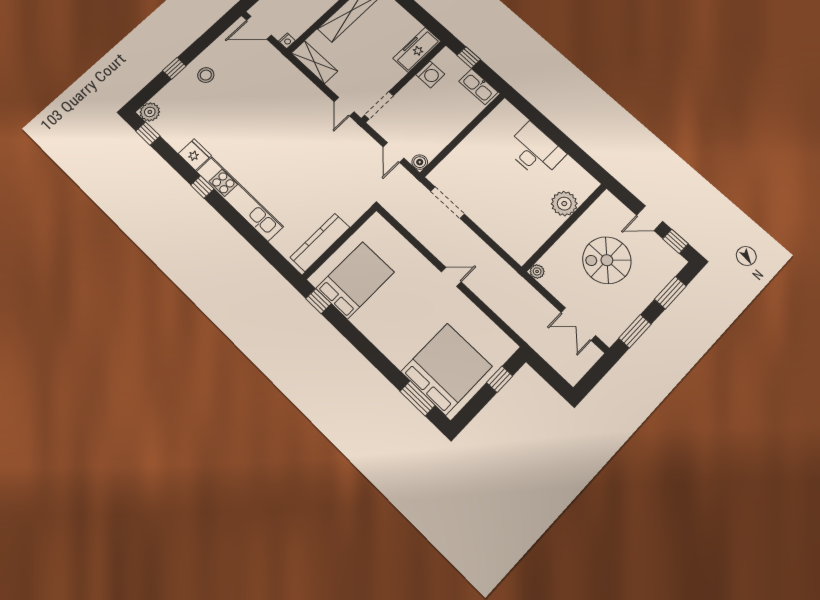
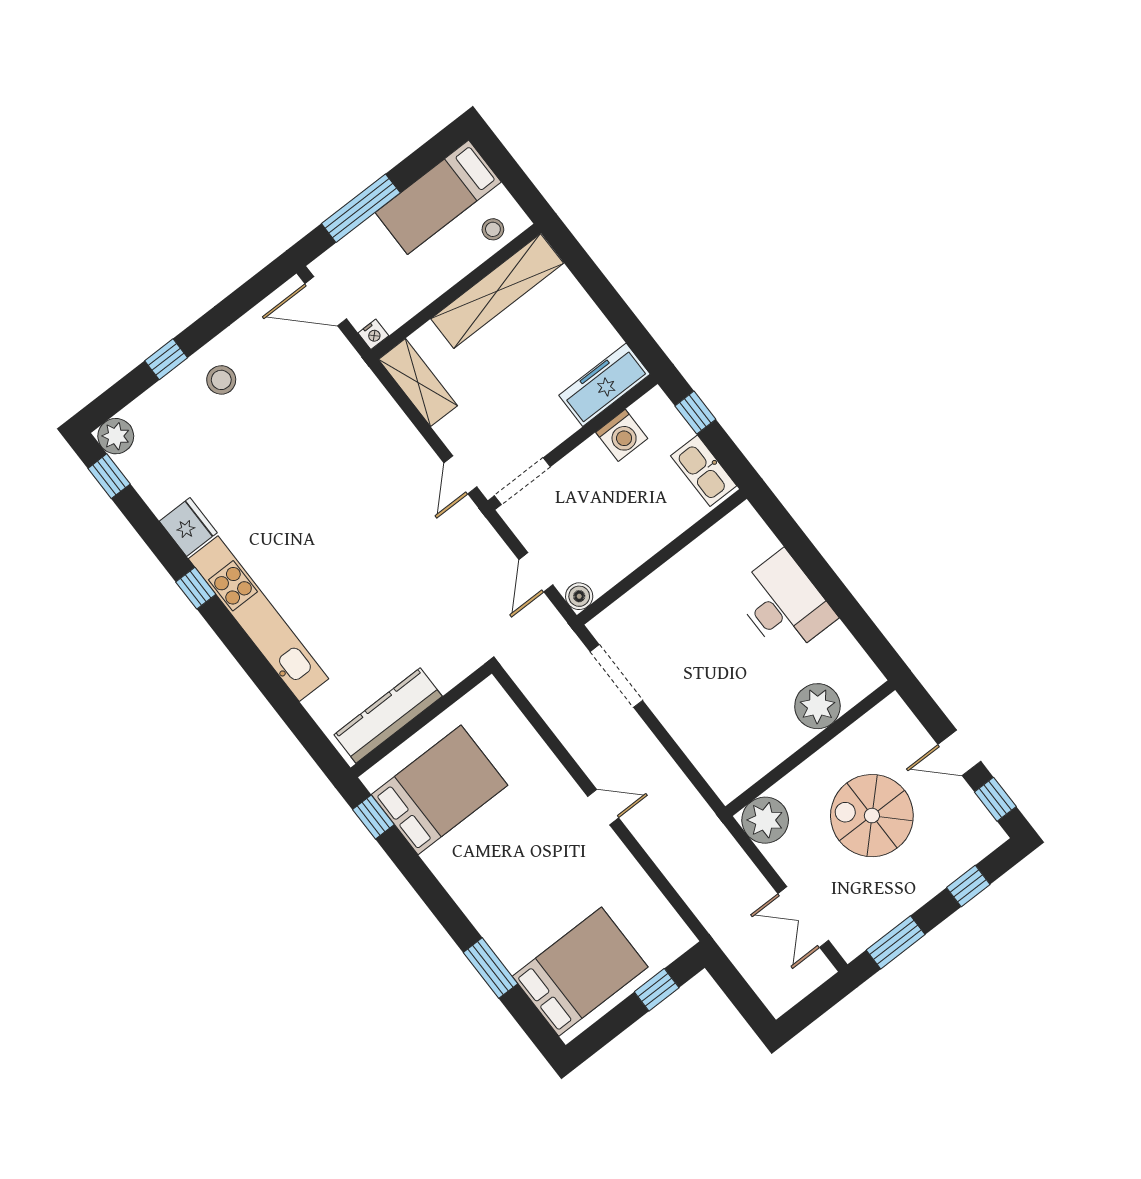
plant: (537, 271) -> (765, 820), width x1.88, depth x1.88
window: (670, 293) -> (968, 886), width x0.67
bed: (446, 369) -> (580, 972), width x0.73
window: (418, 398) -> (491, 968), moved

